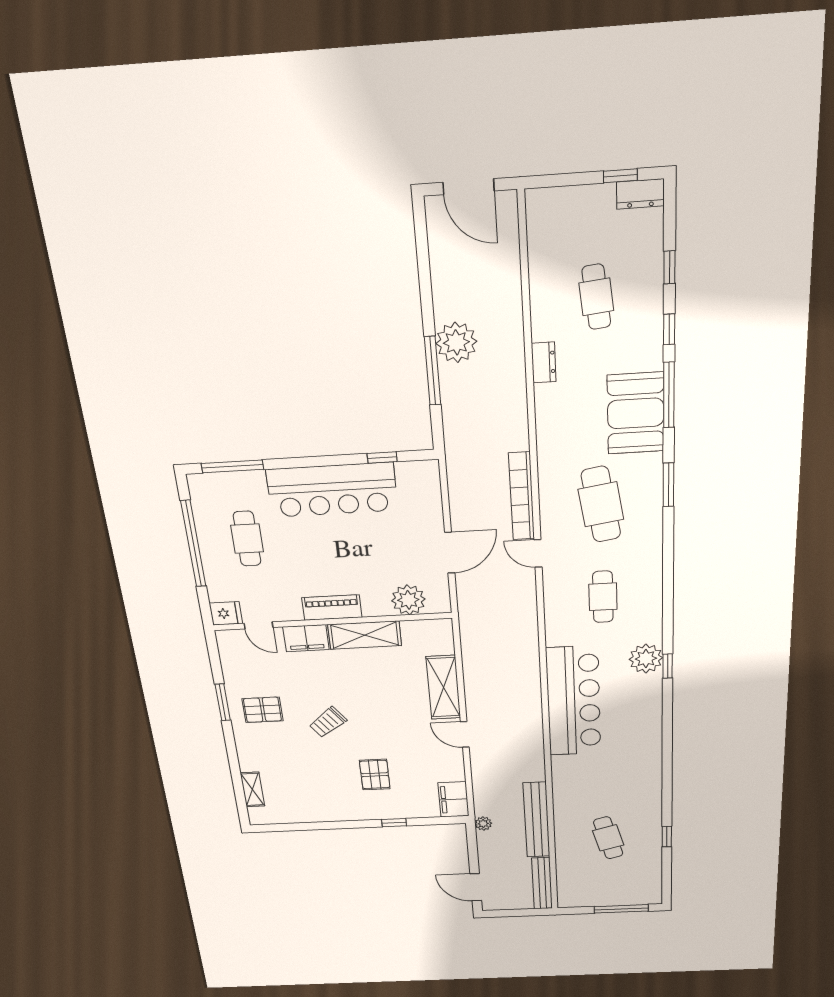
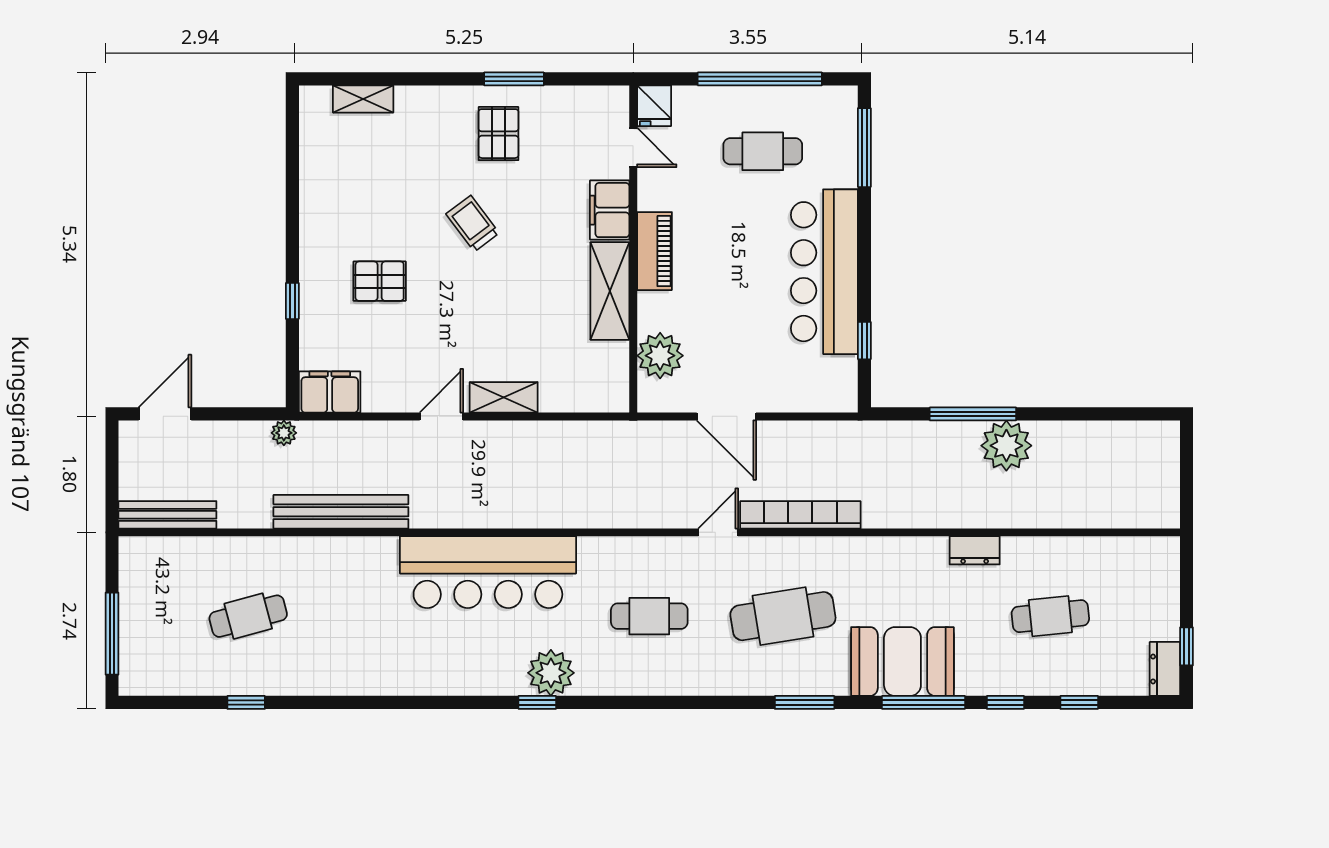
door: (469, 187) -> (1186, 473), removed
door: (258, 625) -> (633, 147), swing flipped
shelving: (443, 687) -> (504, 397), width x0.67, depth x0.75
bench: (537, 820) -> (341, 512), moved

